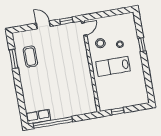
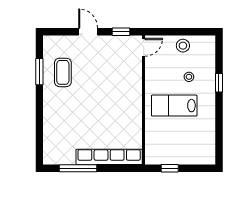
stool: (100, 43) -> (183, 46), moved
row of seats: (38, 117) -> (109, 157), moved, width x2.02
window: (53, 122) -> (78, 168), width x0.68

